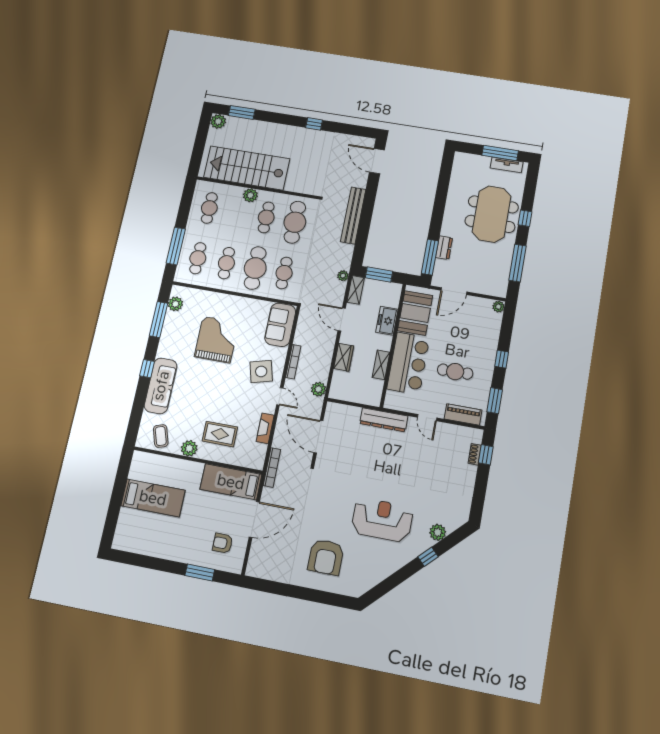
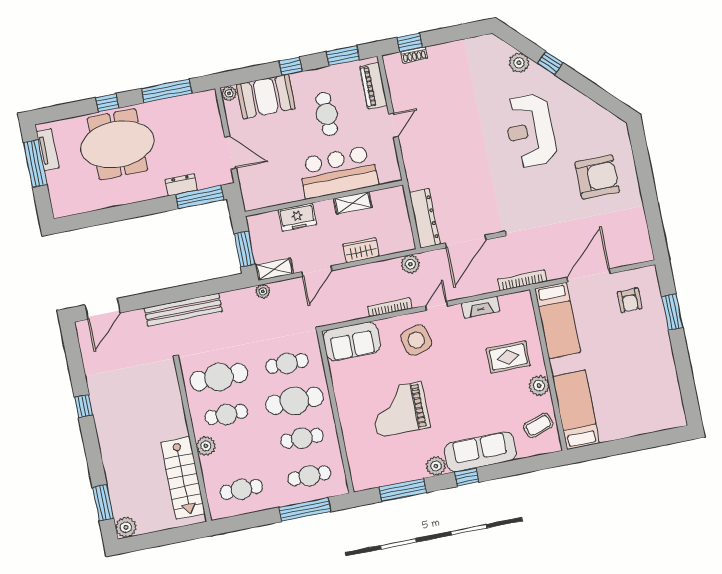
stairs: (247, 168) -> (183, 478), width x0.73, depth x0.66
plant: (175, 304) -> (436, 466), moved
booth: (415, 313) -> (266, 97), moved
dresser: (384, 420) -> (425, 218), moved
rug: (220, 434) -> (508, 357), turned 90
bed: (153, 498) -> (576, 410), moved
door: (254, 519) -> (589, 275), hinge flipped

